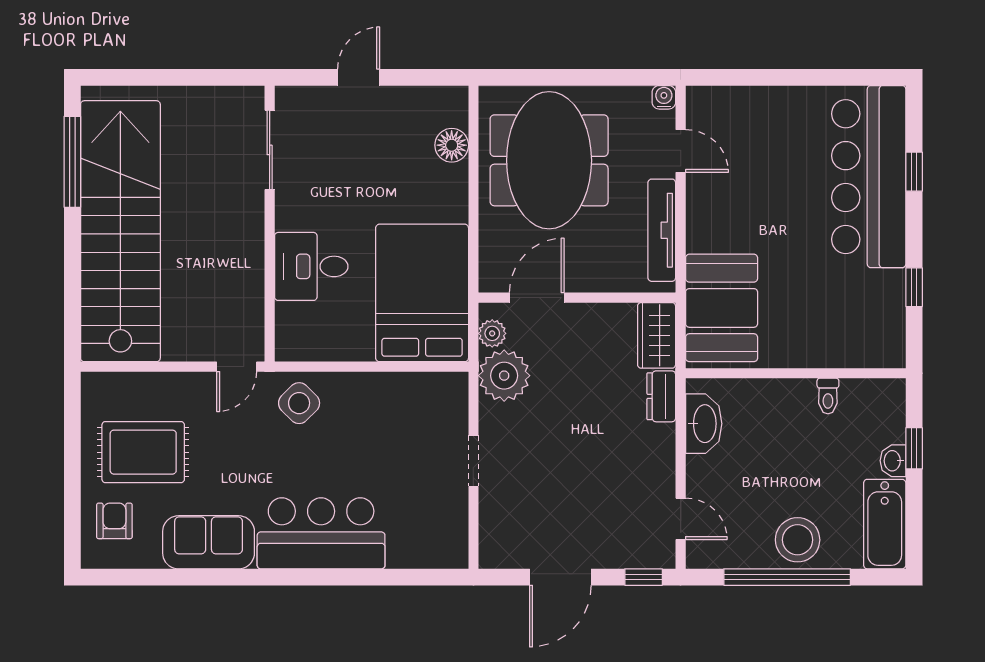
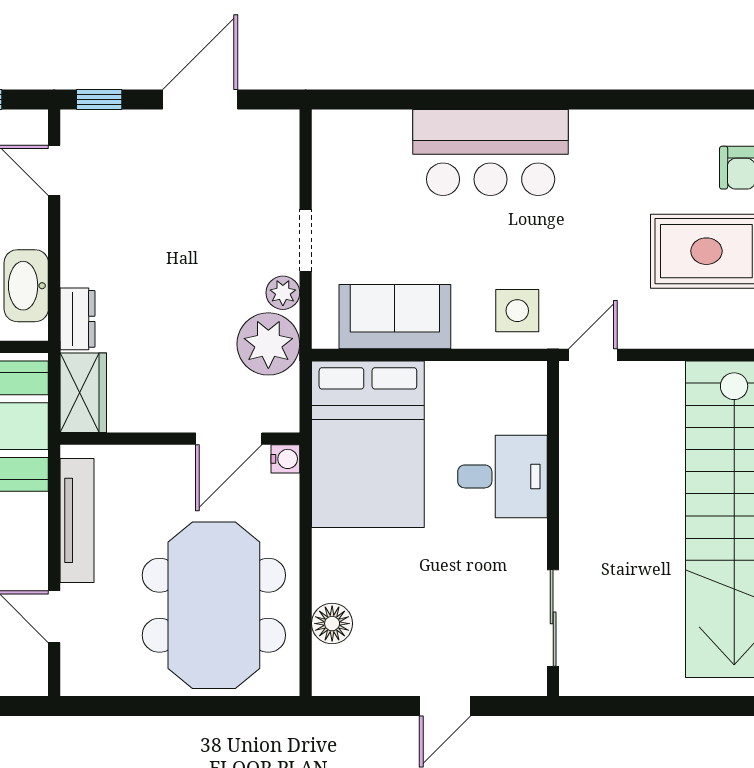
water cooler: (664, 97) -> (285, 459), moved, turned -90
plant: (492, 333) -> (283, 293), moved
side table: (299, 403) -> (517, 311), turned 45
sofa: (209, 542) -> (395, 317), moved, turned 180

